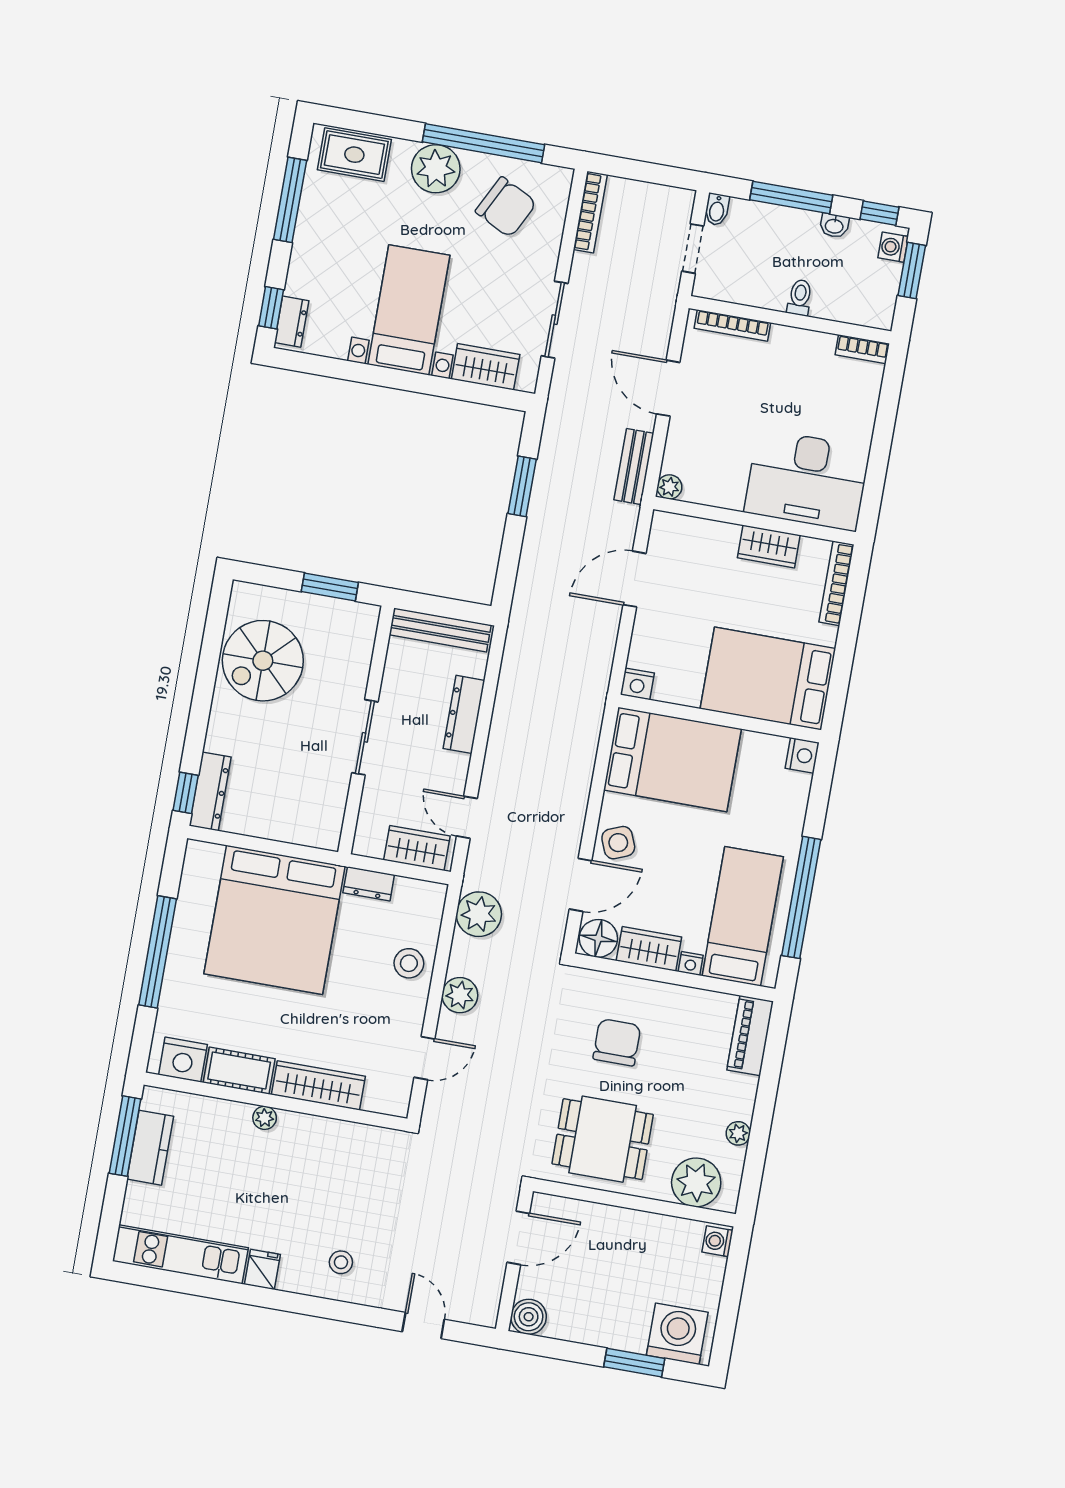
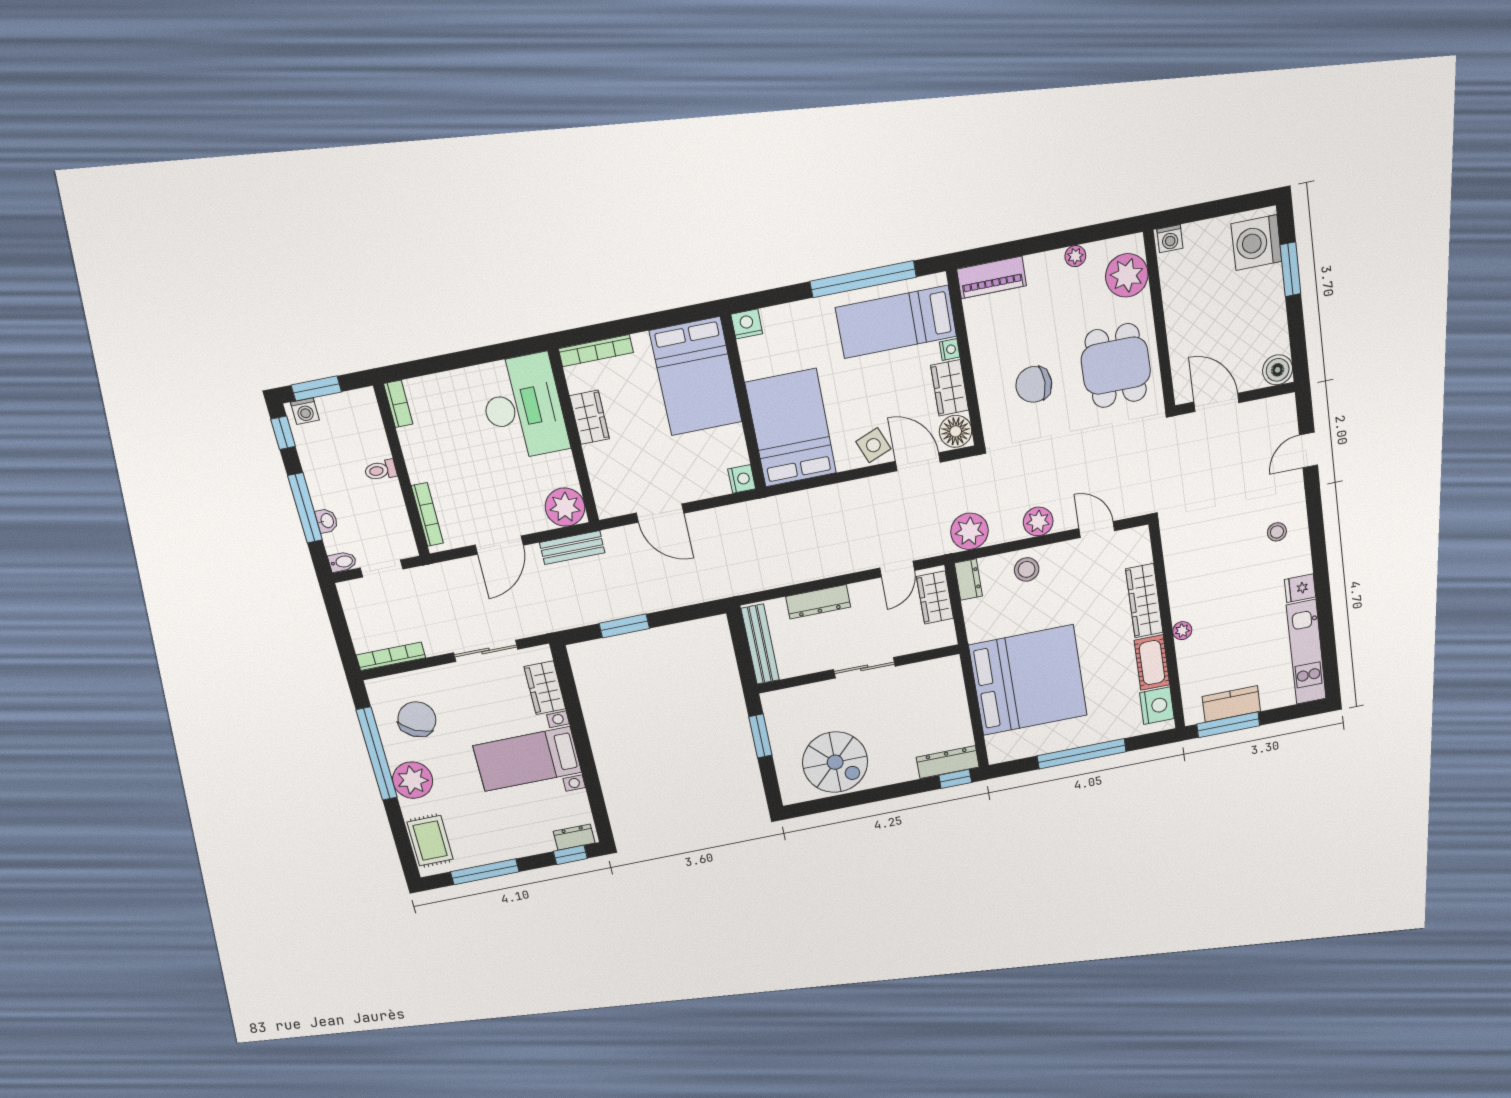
washbasin: (834, 226) -> (327, 521), moved
plant: (669, 487) -> (565, 507), width x1.88, depth x1.88
dresser: (369, 884) -> (968, 580), moved

